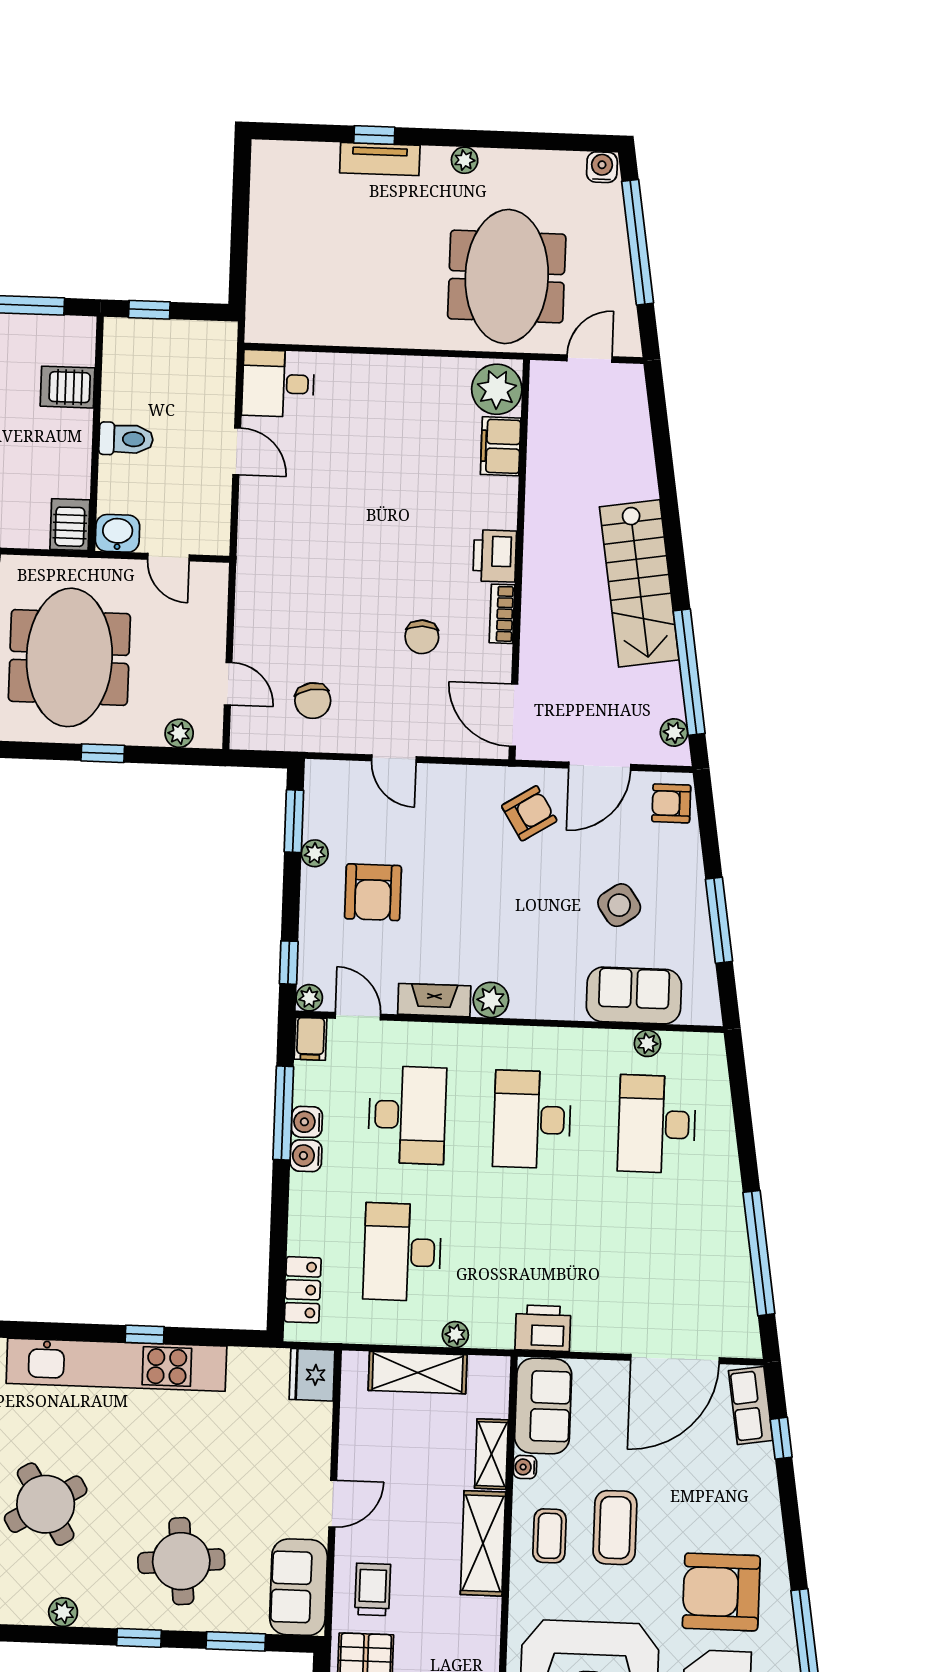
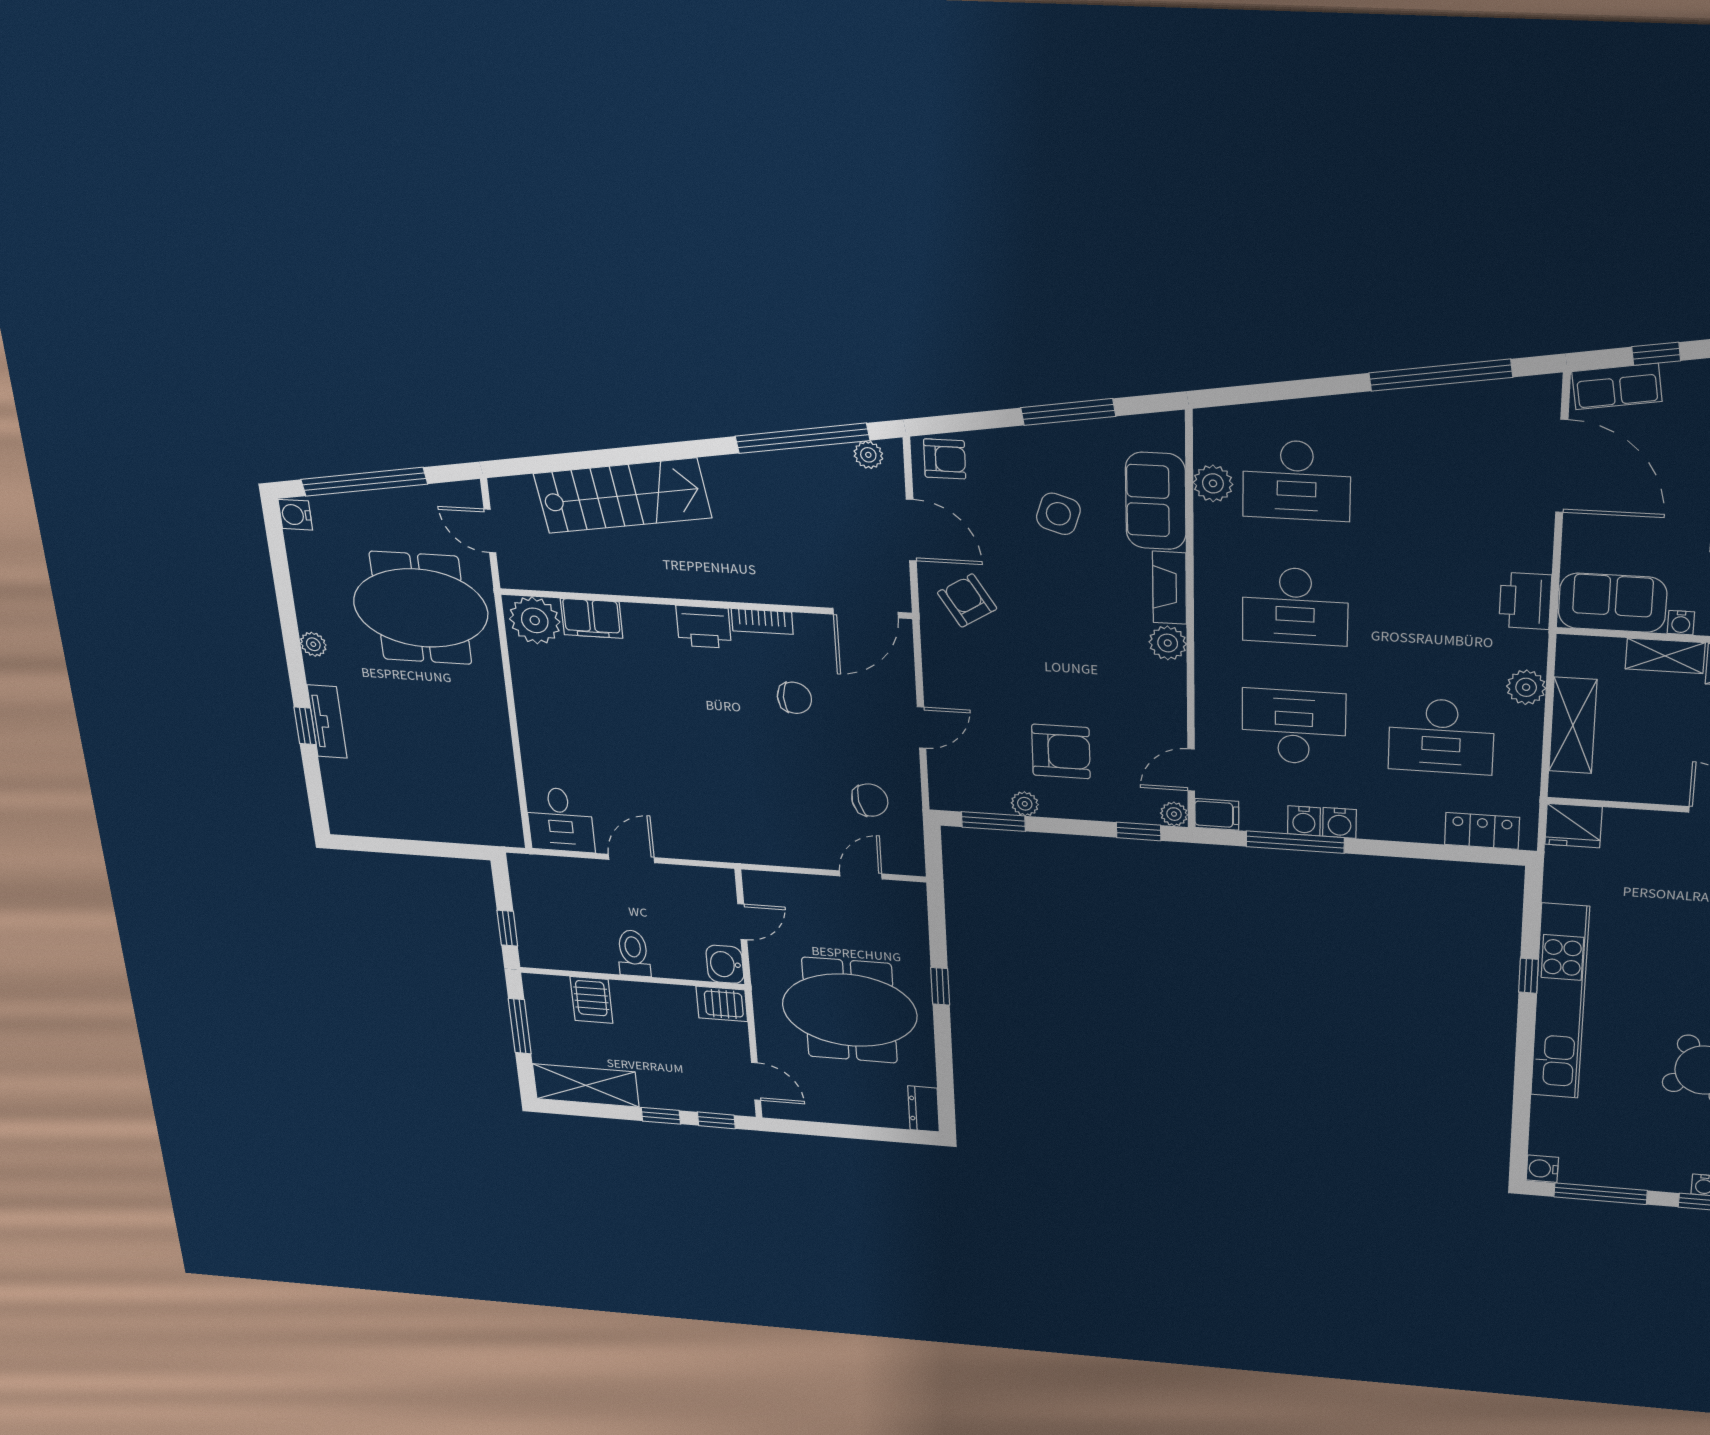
stairs: (639, 583) -> (622, 496), moved
plant: (179, 733) -> (914, 920), removed
armchair: (671, 803) -> (945, 459), turned -90
side table: (619, 905) -> (1058, 514), turned -37
fireplace: (434, 1000) -> (1170, 588), moved
plant: (647, 1043) -> (1213, 483), width x1.38, depth x1.38
plant: (455, 1335) -> (1526, 687), width x1.38, depth x1.38

